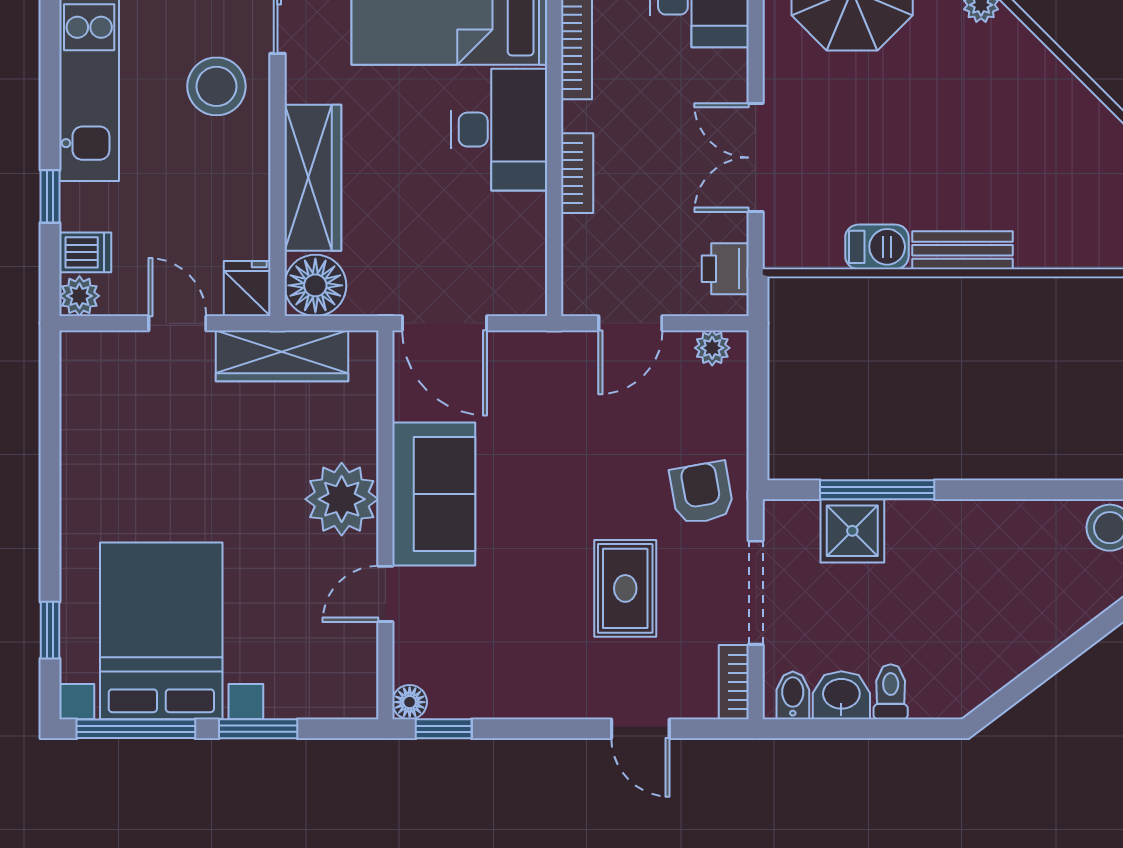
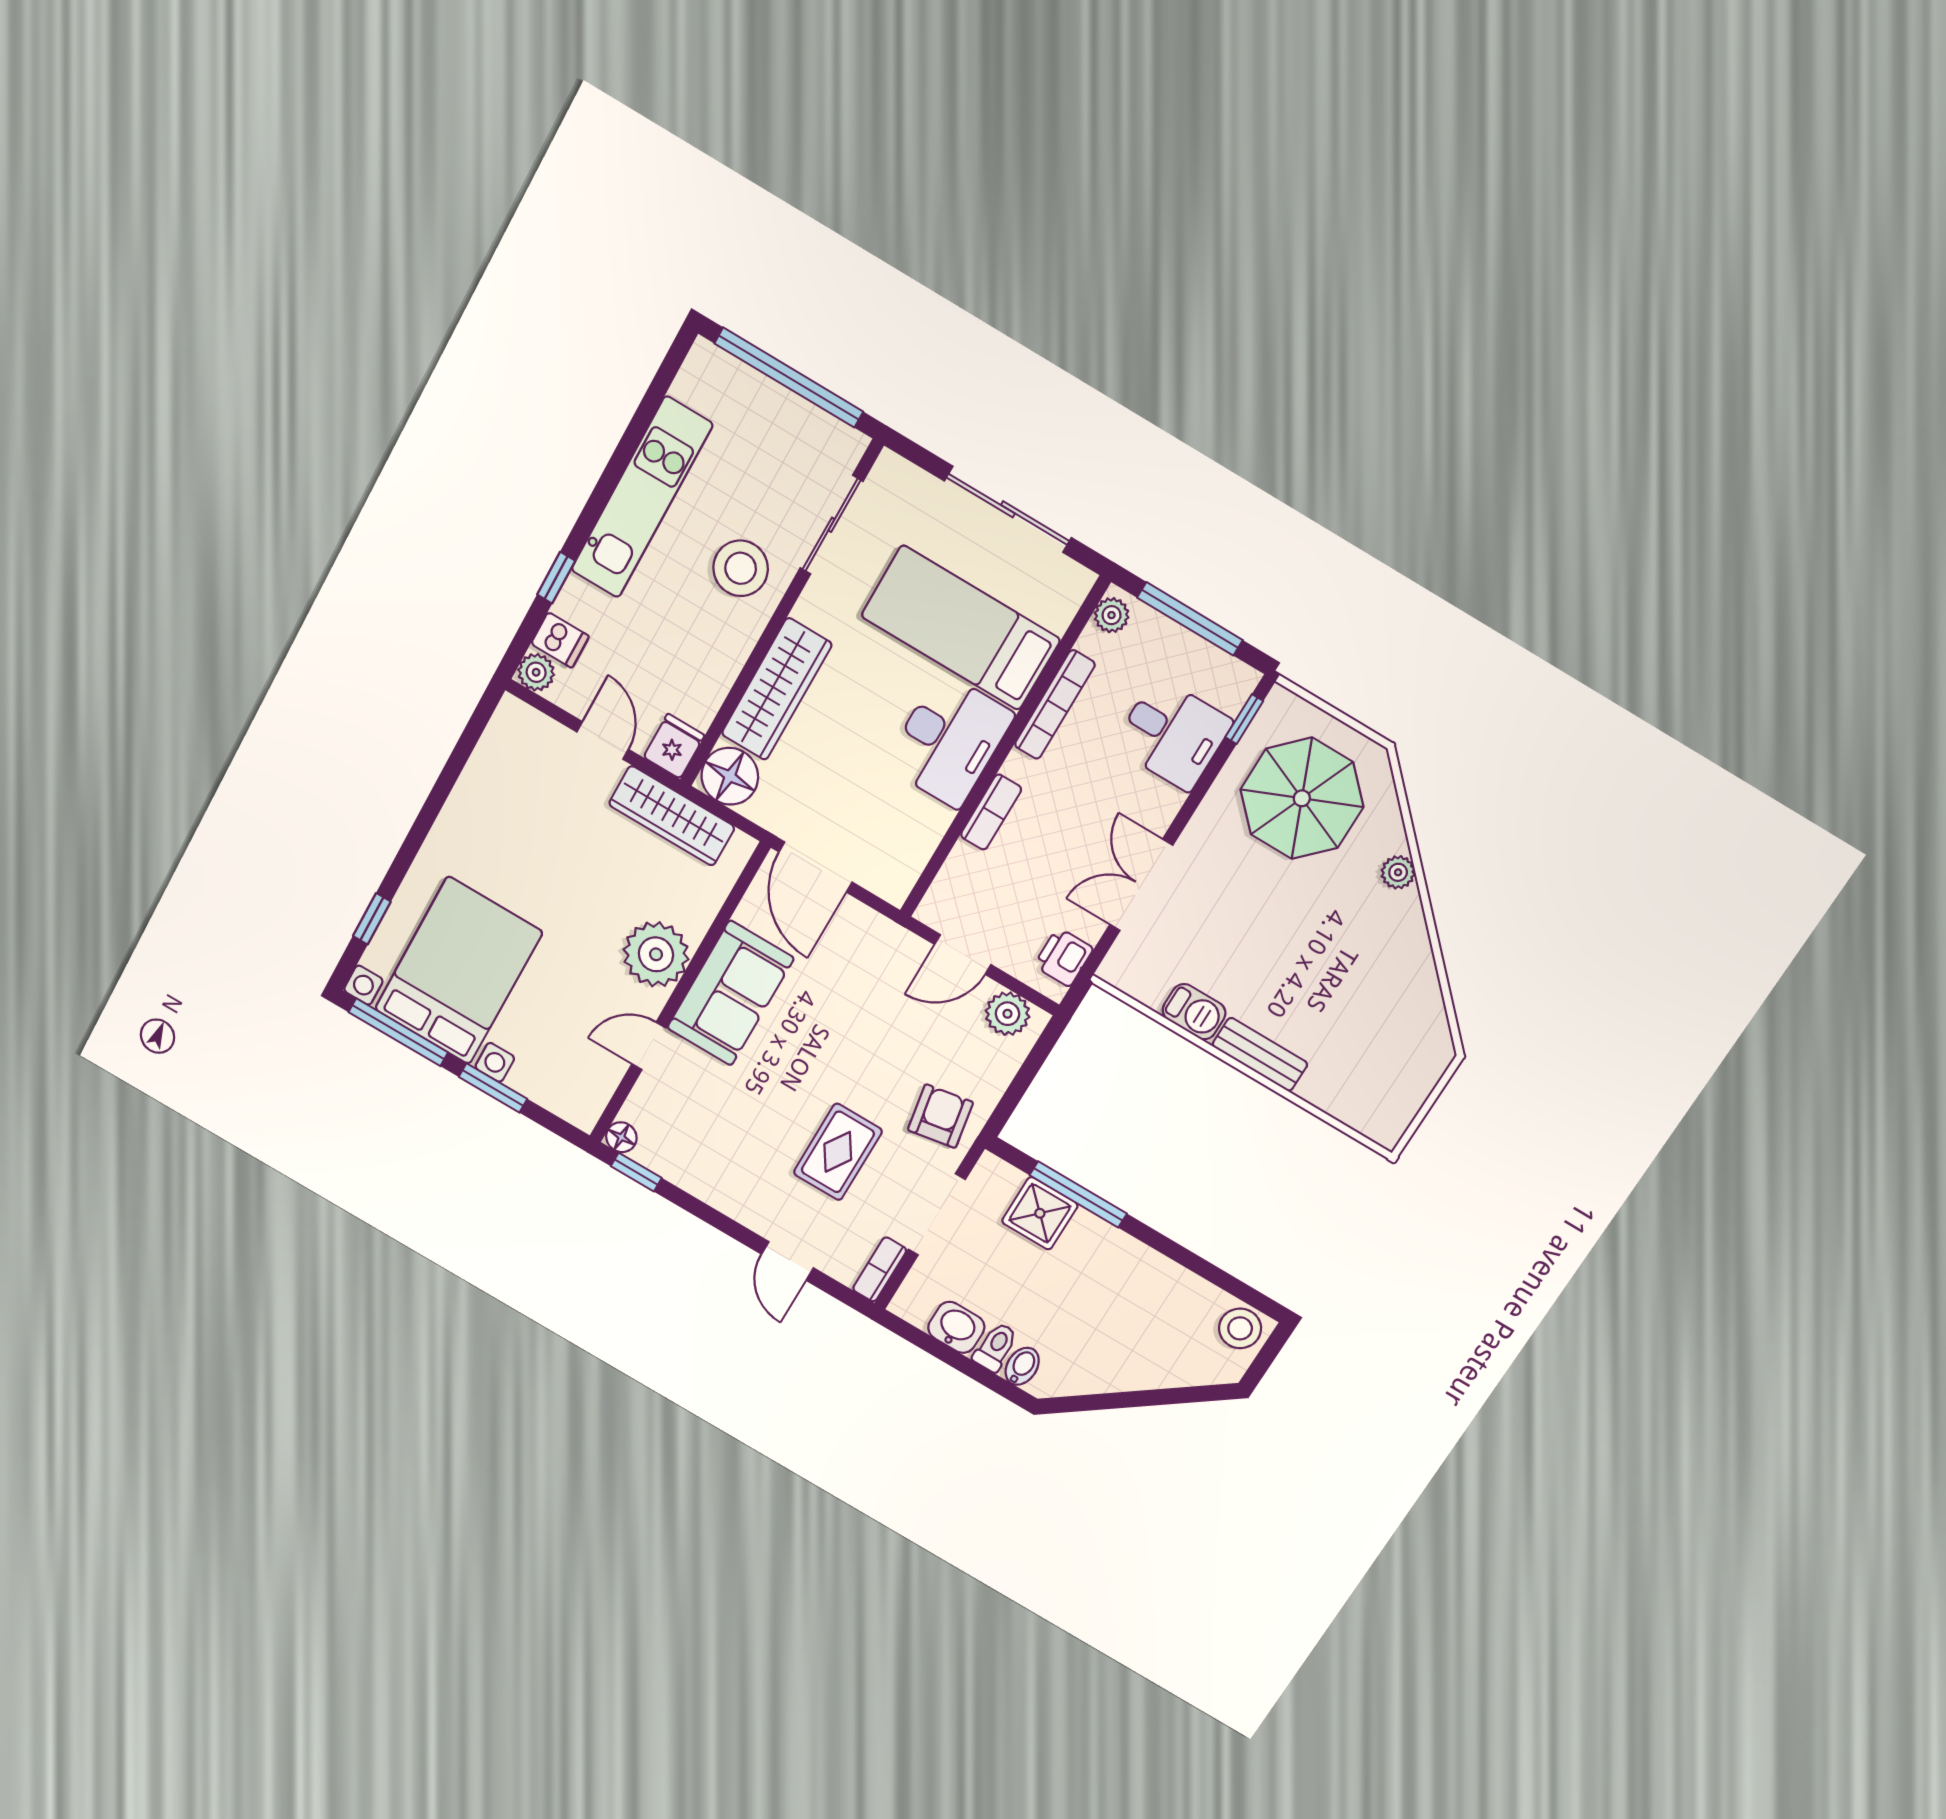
plant: (712, 348) -> (1007, 1014), width x1.38, depth x1.38
bidet: (793, 695) -> (1022, 1366), moved

